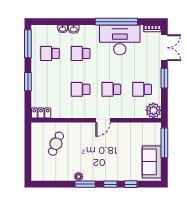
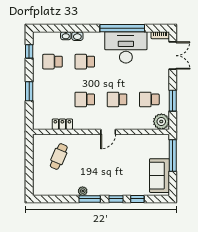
window: (28, 44) -> (29, 51), width x0.46
window: (164, 78) -> (173, 101), moved
locker: (41, 113) -> (62, 124), moved

